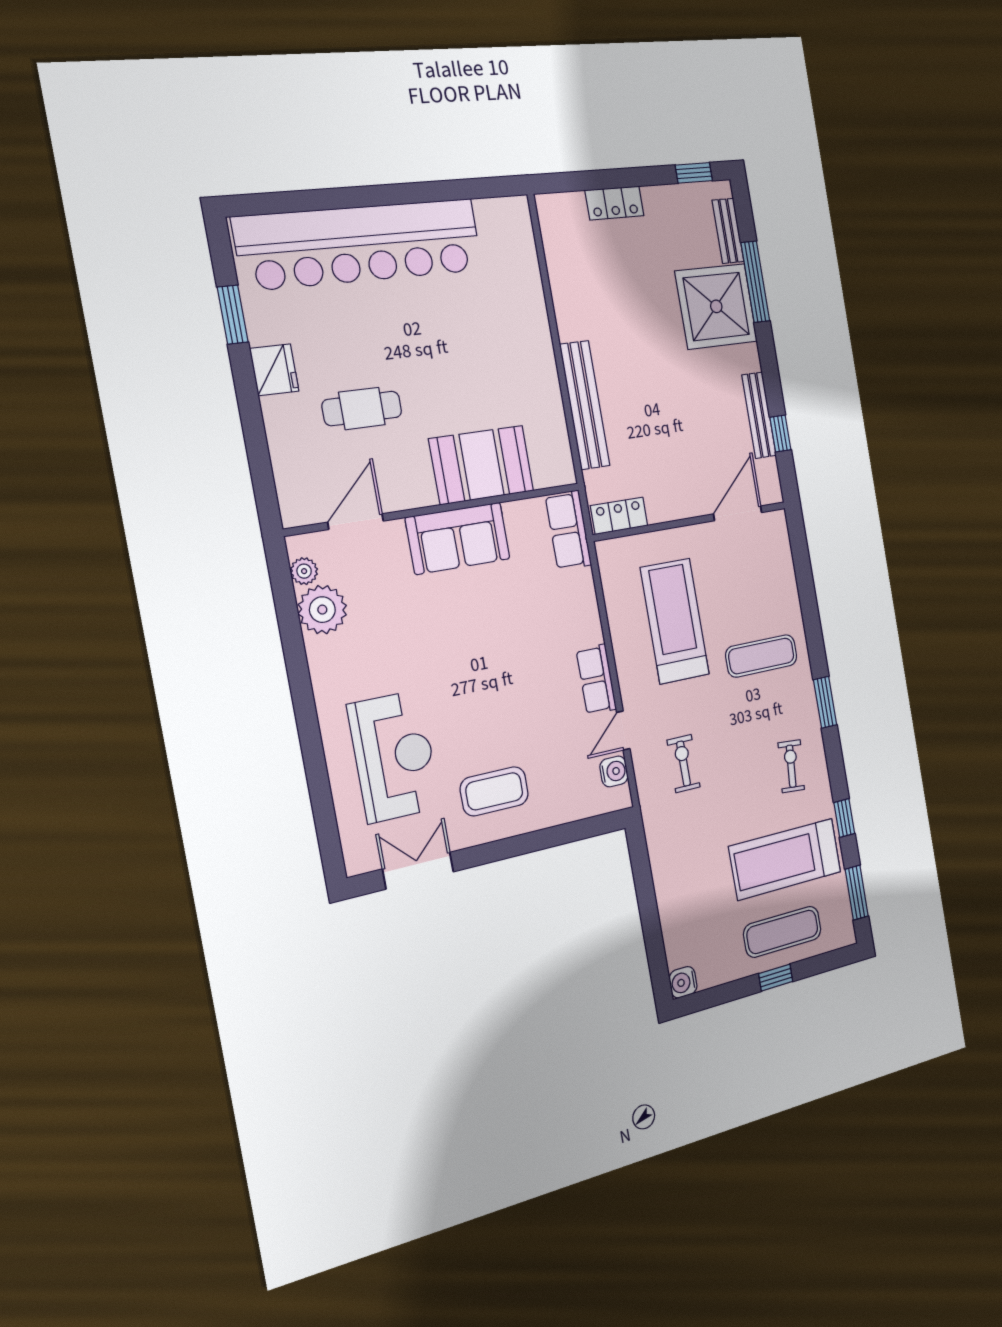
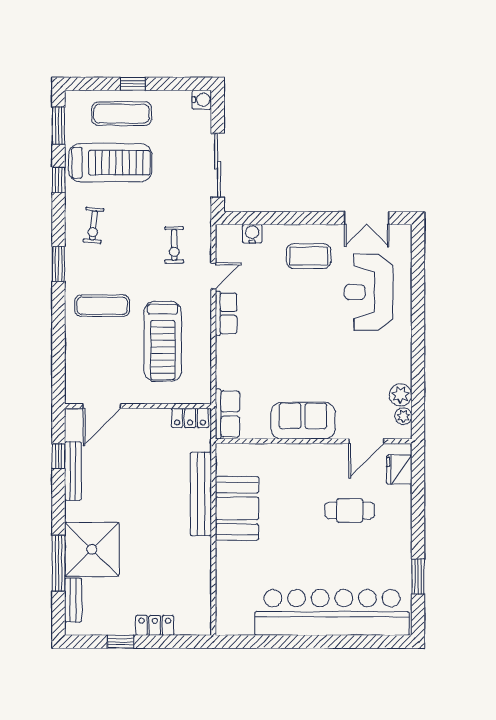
window: (694, 173) -> (120, 642), moved
fridge: (274, 370) -> (399, 470), moved
booth: (482, 465) -> (237, 508), moved, turned 90
plant: (322, 610) -> (401, 395), width x0.73, depth x0.73
water cooler: (614, 771) -> (252, 234), moved, turned 90
sliding door: (646, 894) -> (218, 165), added

